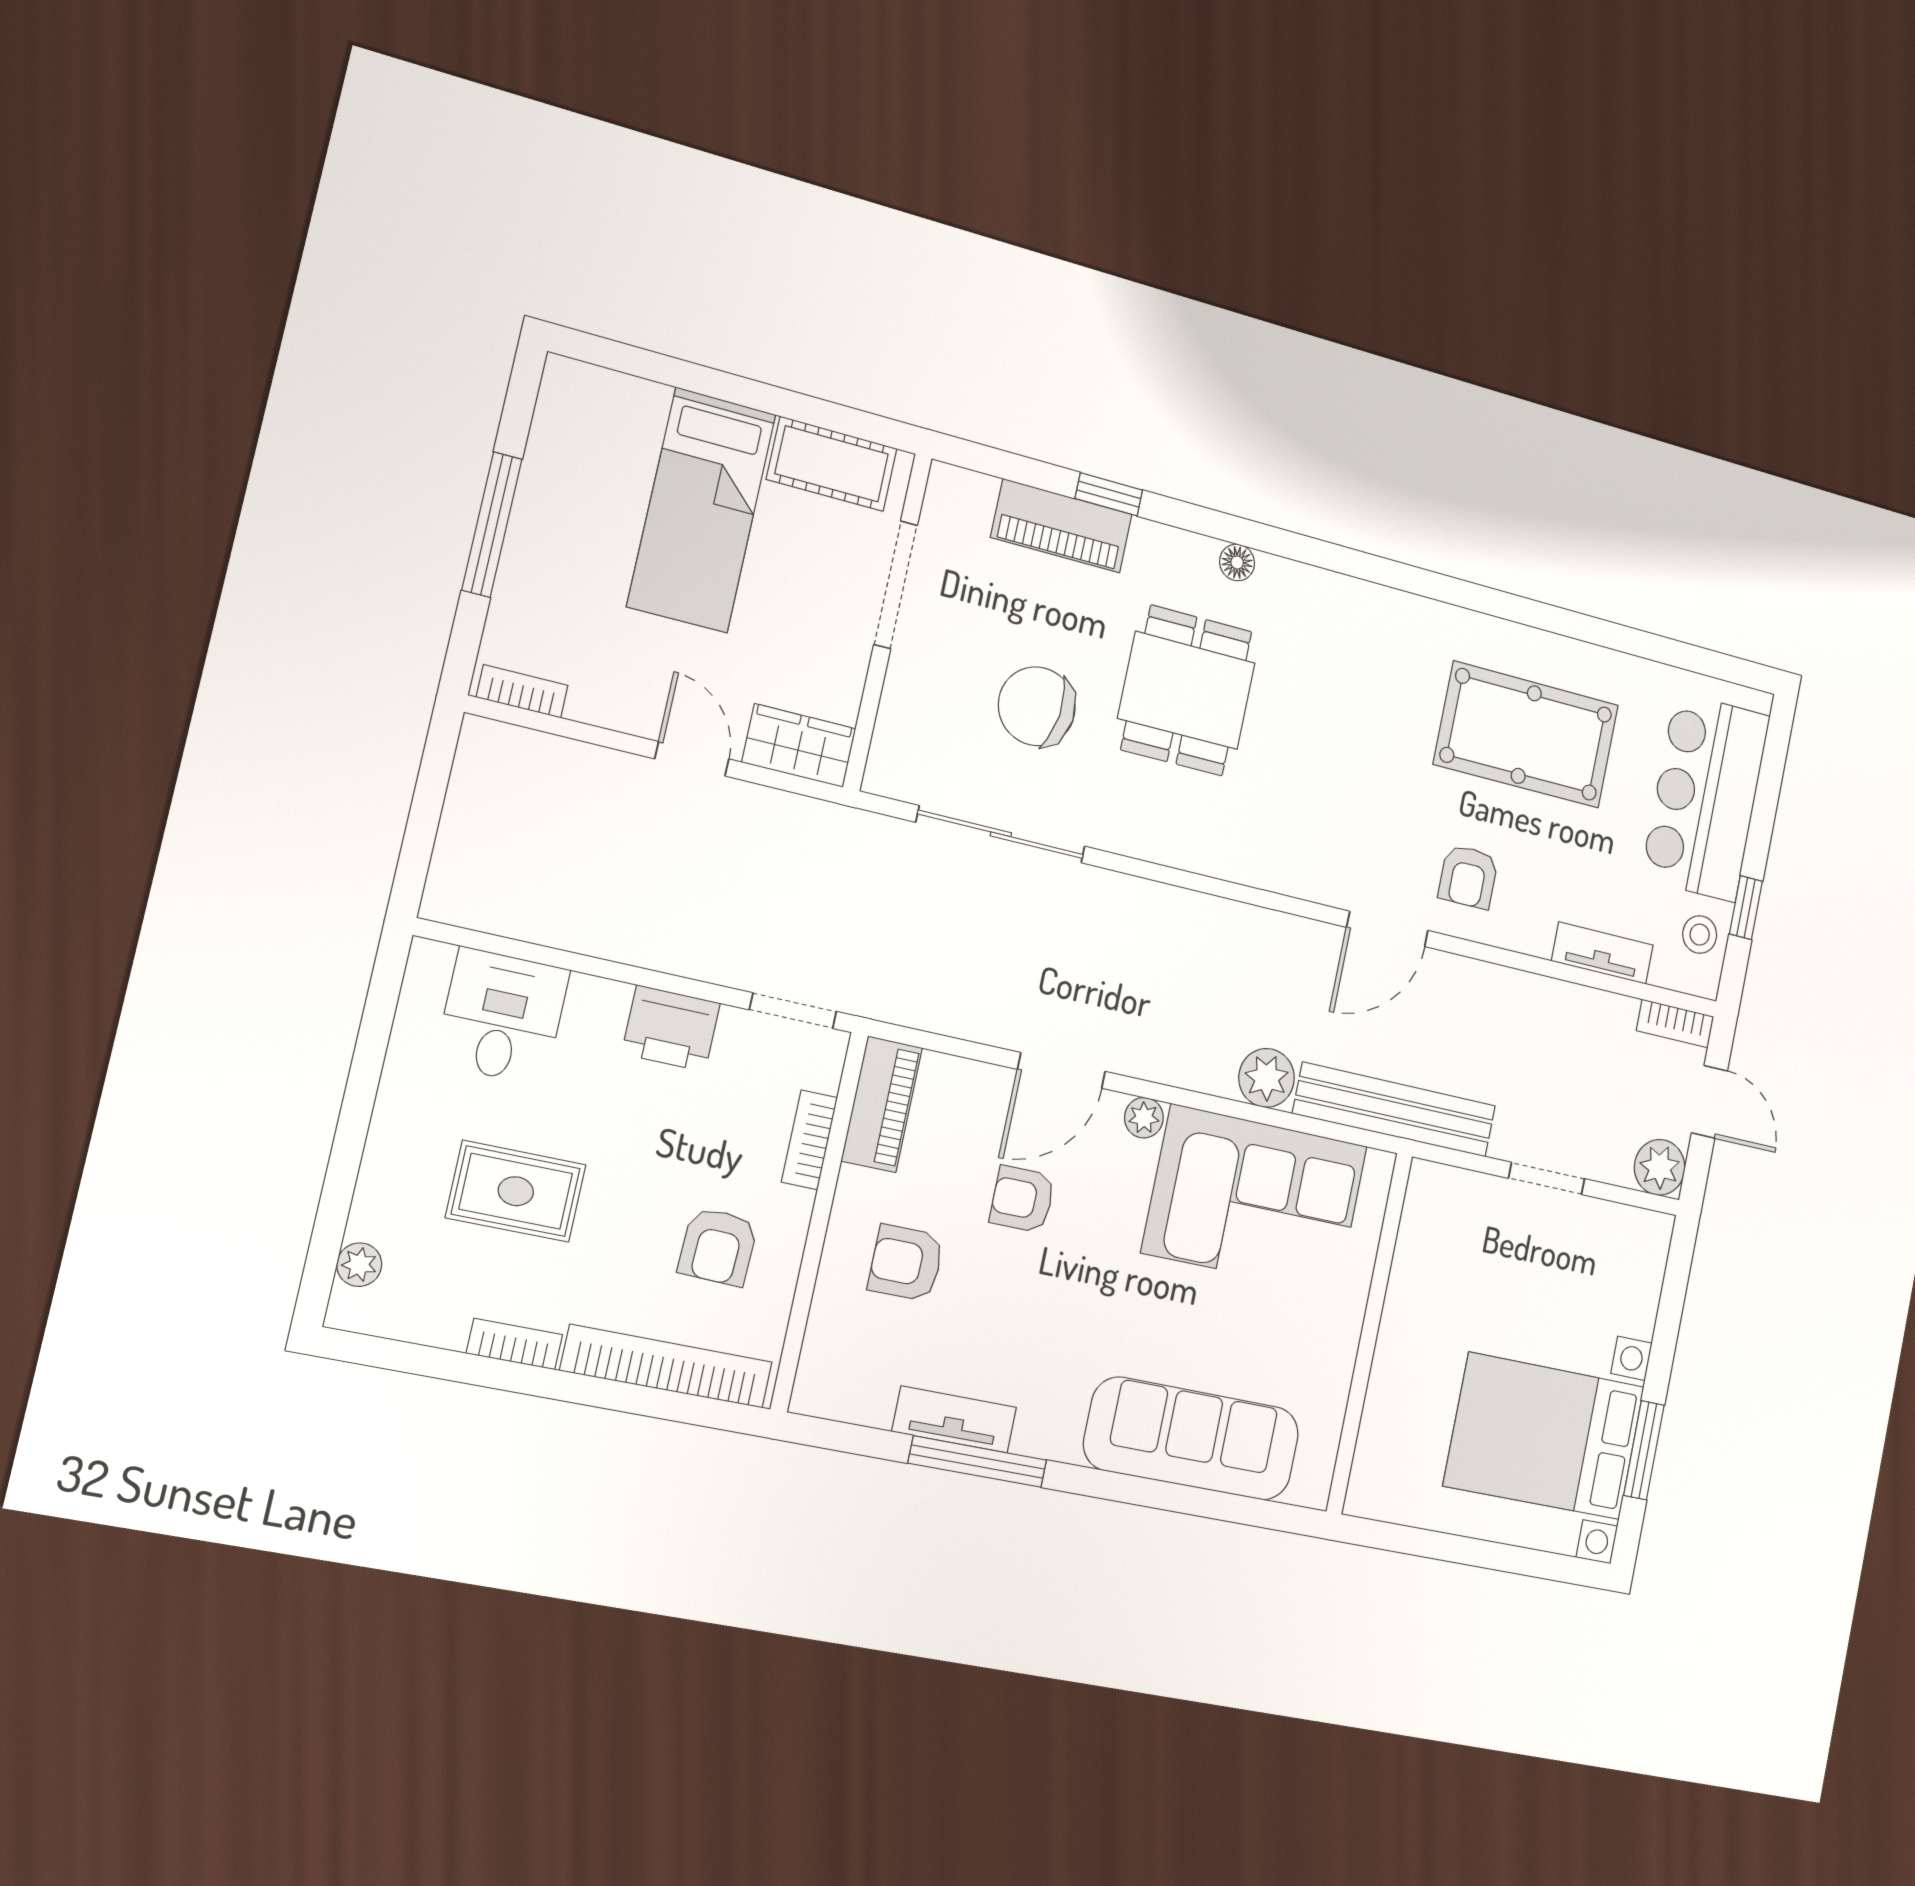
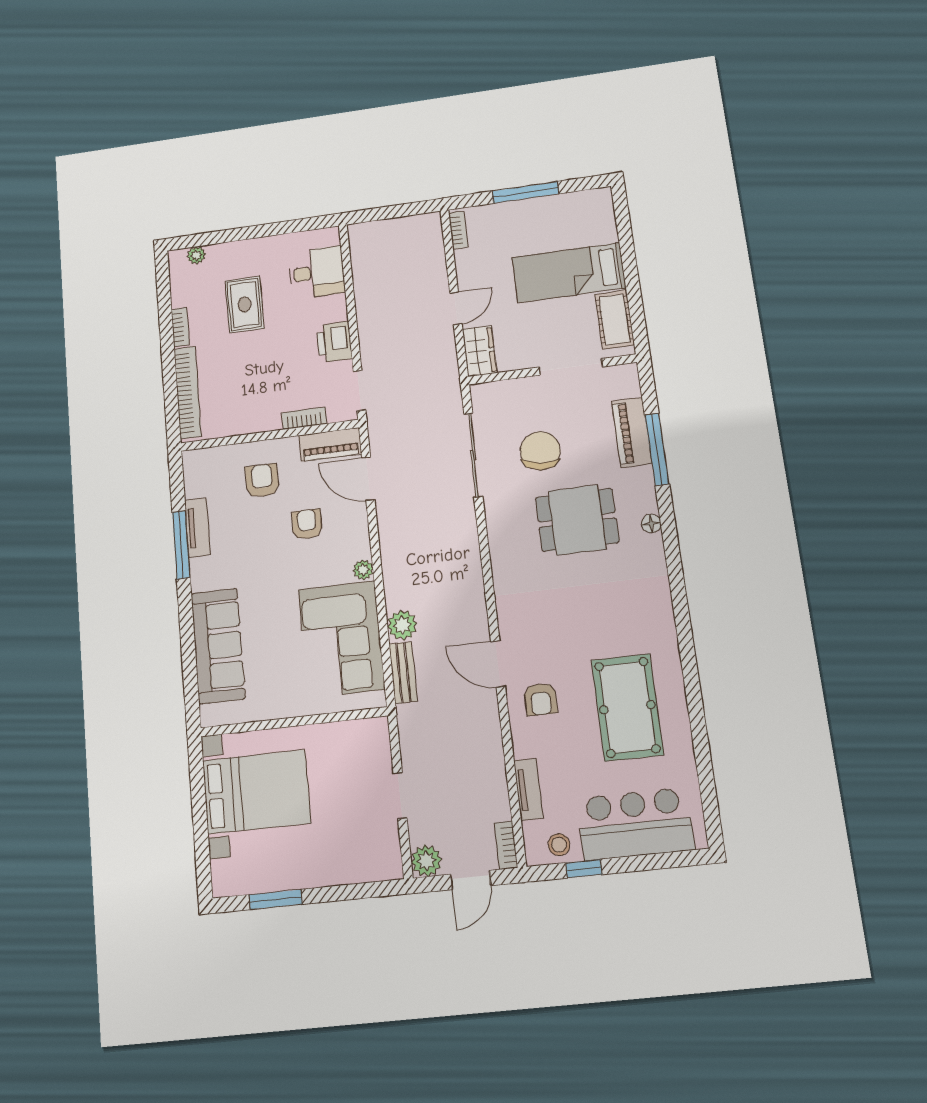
window: (1109, 494) -> (657, 449), width x2.17
armchair: (1468, 877) -> (541, 699), turned -90
door: (1061, 1070) -> (368, 479), moved
bench: (1395, 1110) -> (403, 673), width x0.54, depth x0.82
armchair: (718, 1247) -> (245, 396), removed
bed with nightstands: (1544, 1436) -> (256, 792), moved, turned 90

